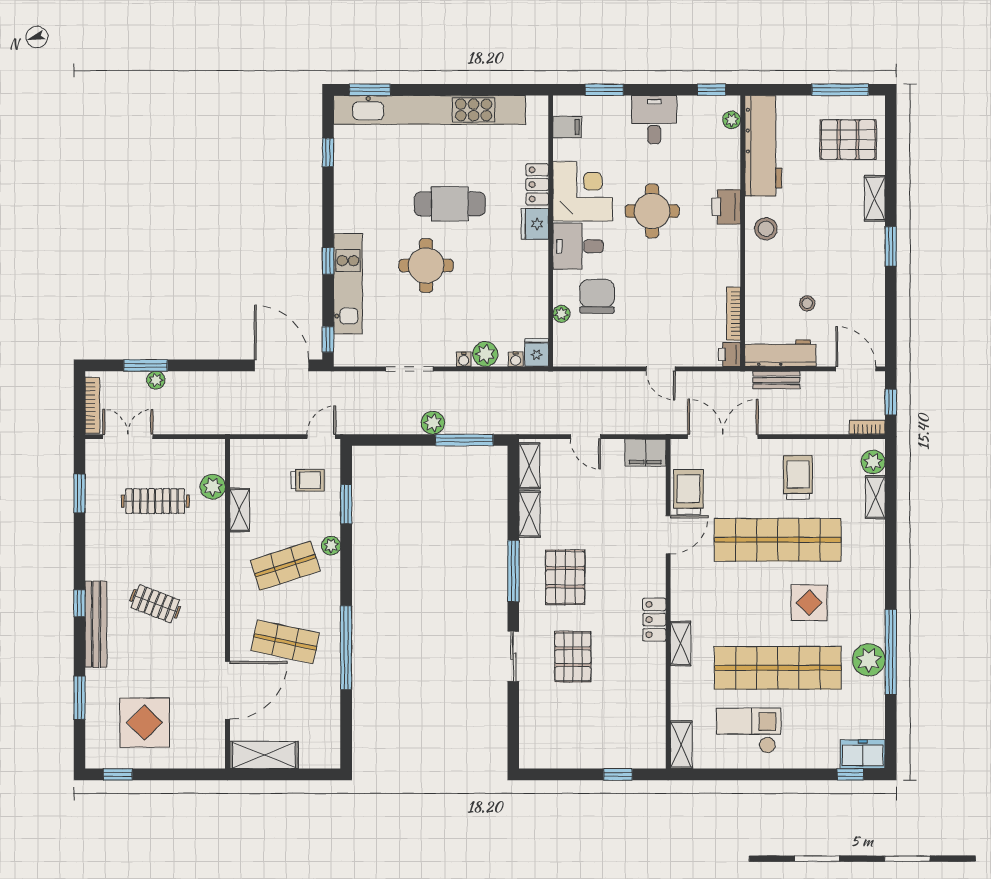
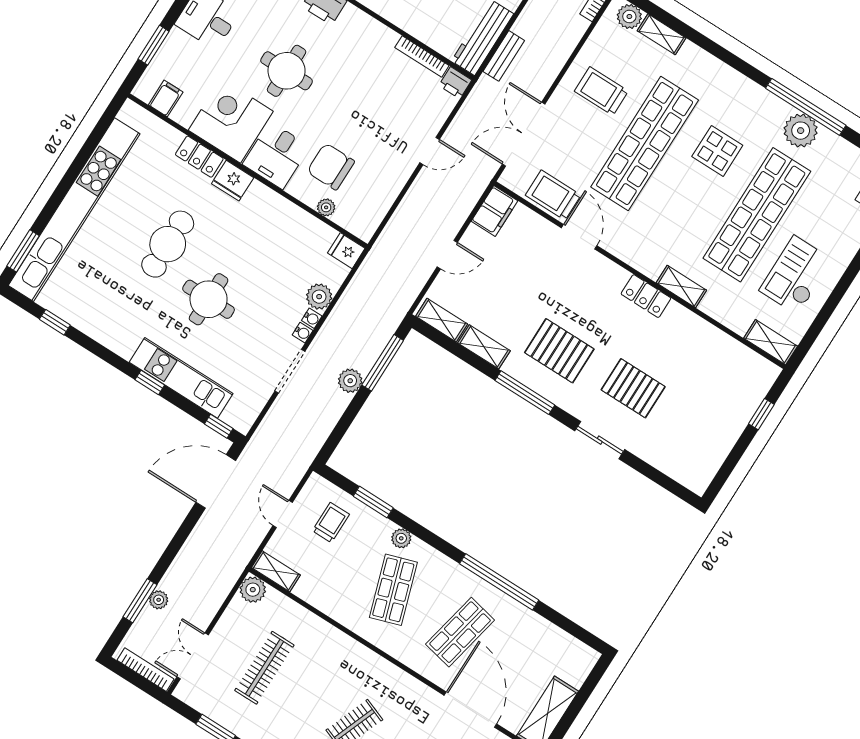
water cooler: (516, 359) -> (303, 333), moved
door: (322, 437) -> (283, 514), moved
plant: (213, 487) -> (253, 590), moved
shelving: (240, 510) -> (276, 571), moved

